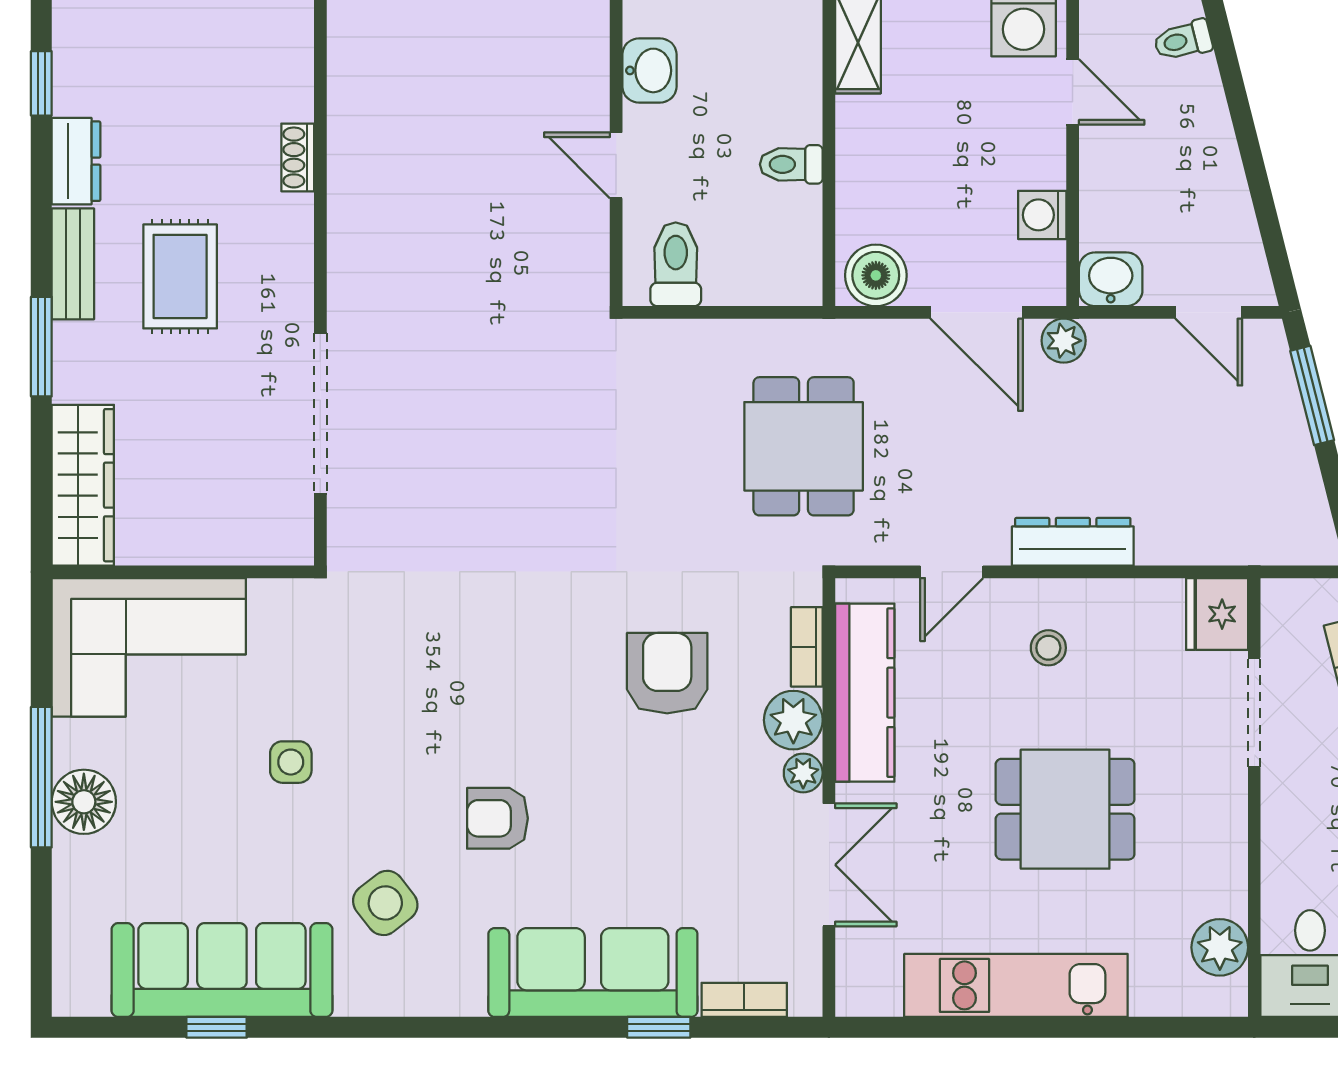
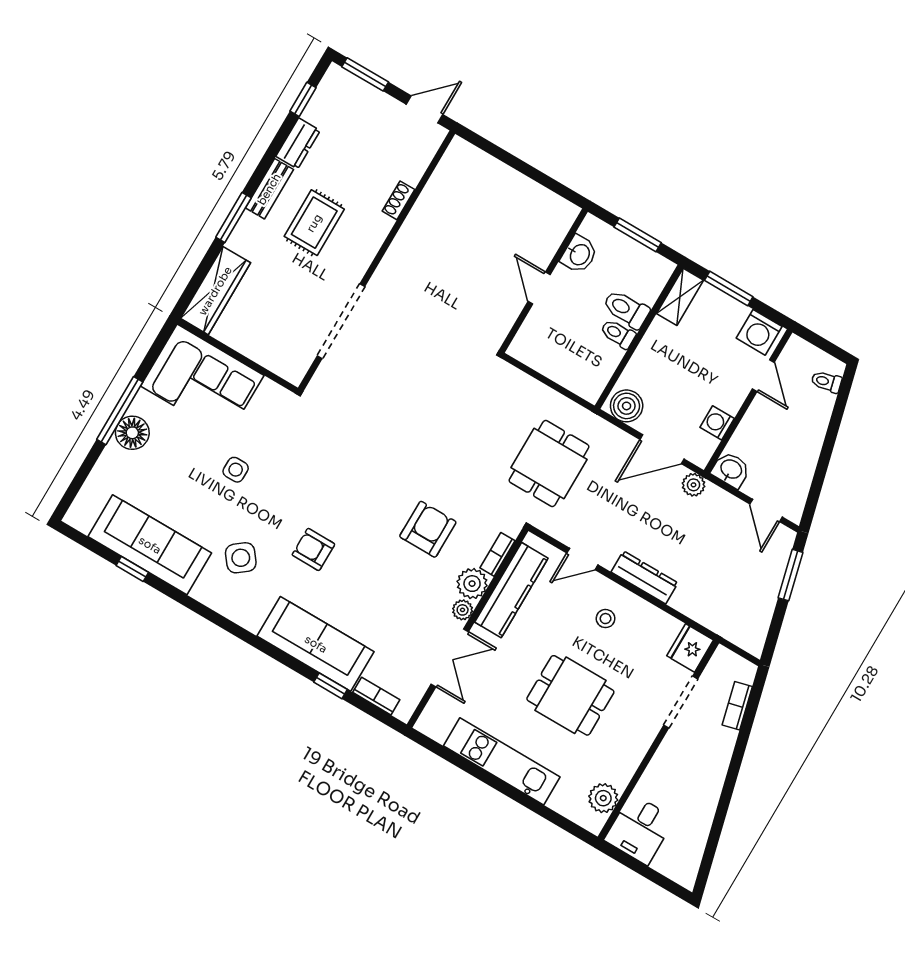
toilet: (676, 264) -> (626, 309), moved, turned -90
door: (977, 312) -> (662, 449), hinge flipped

